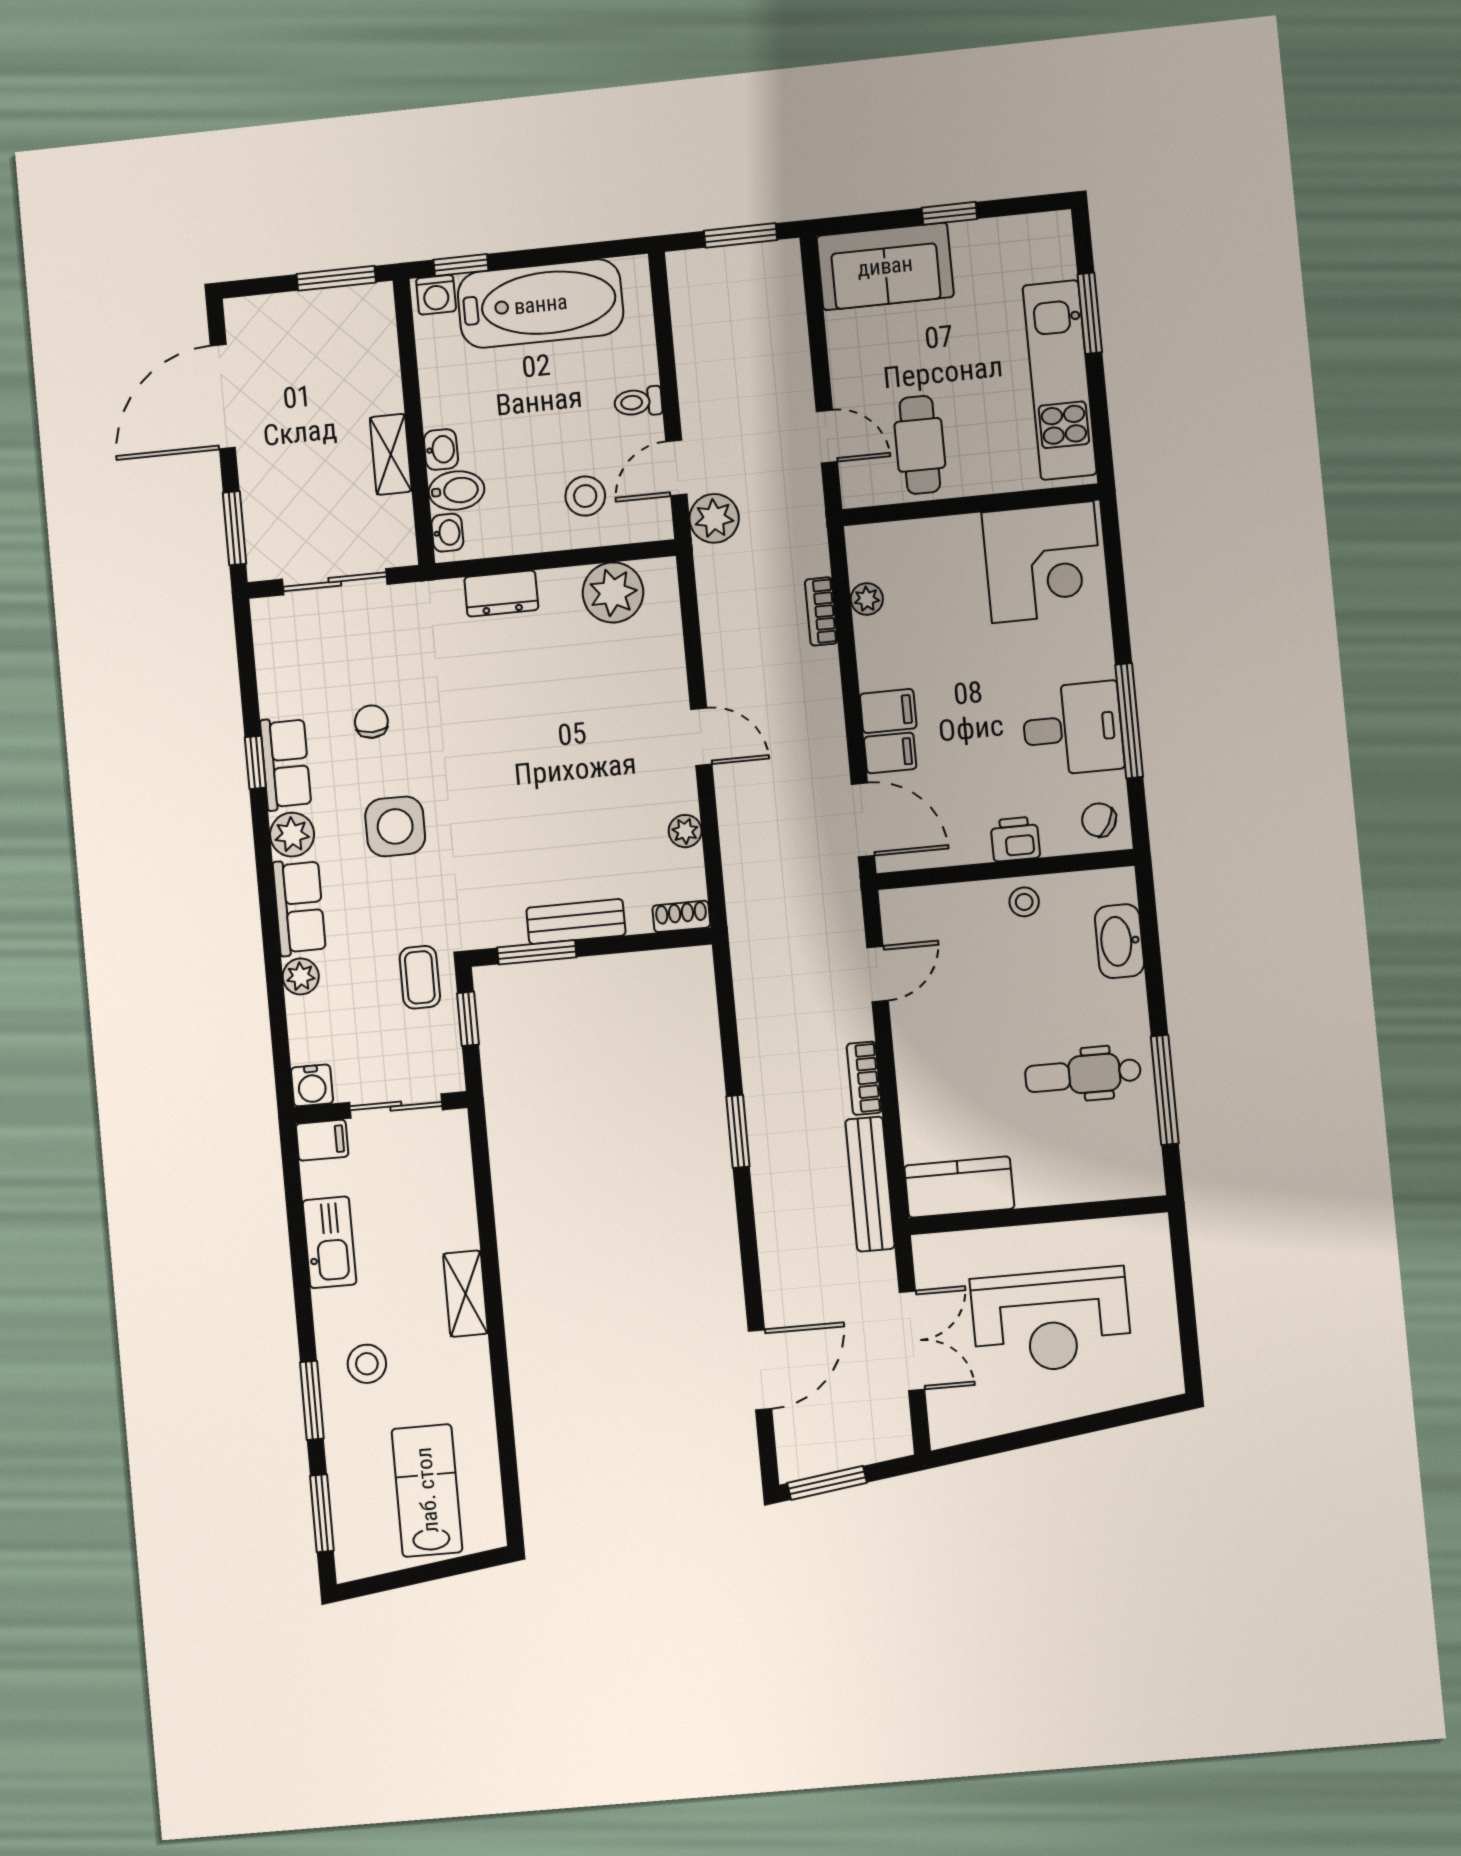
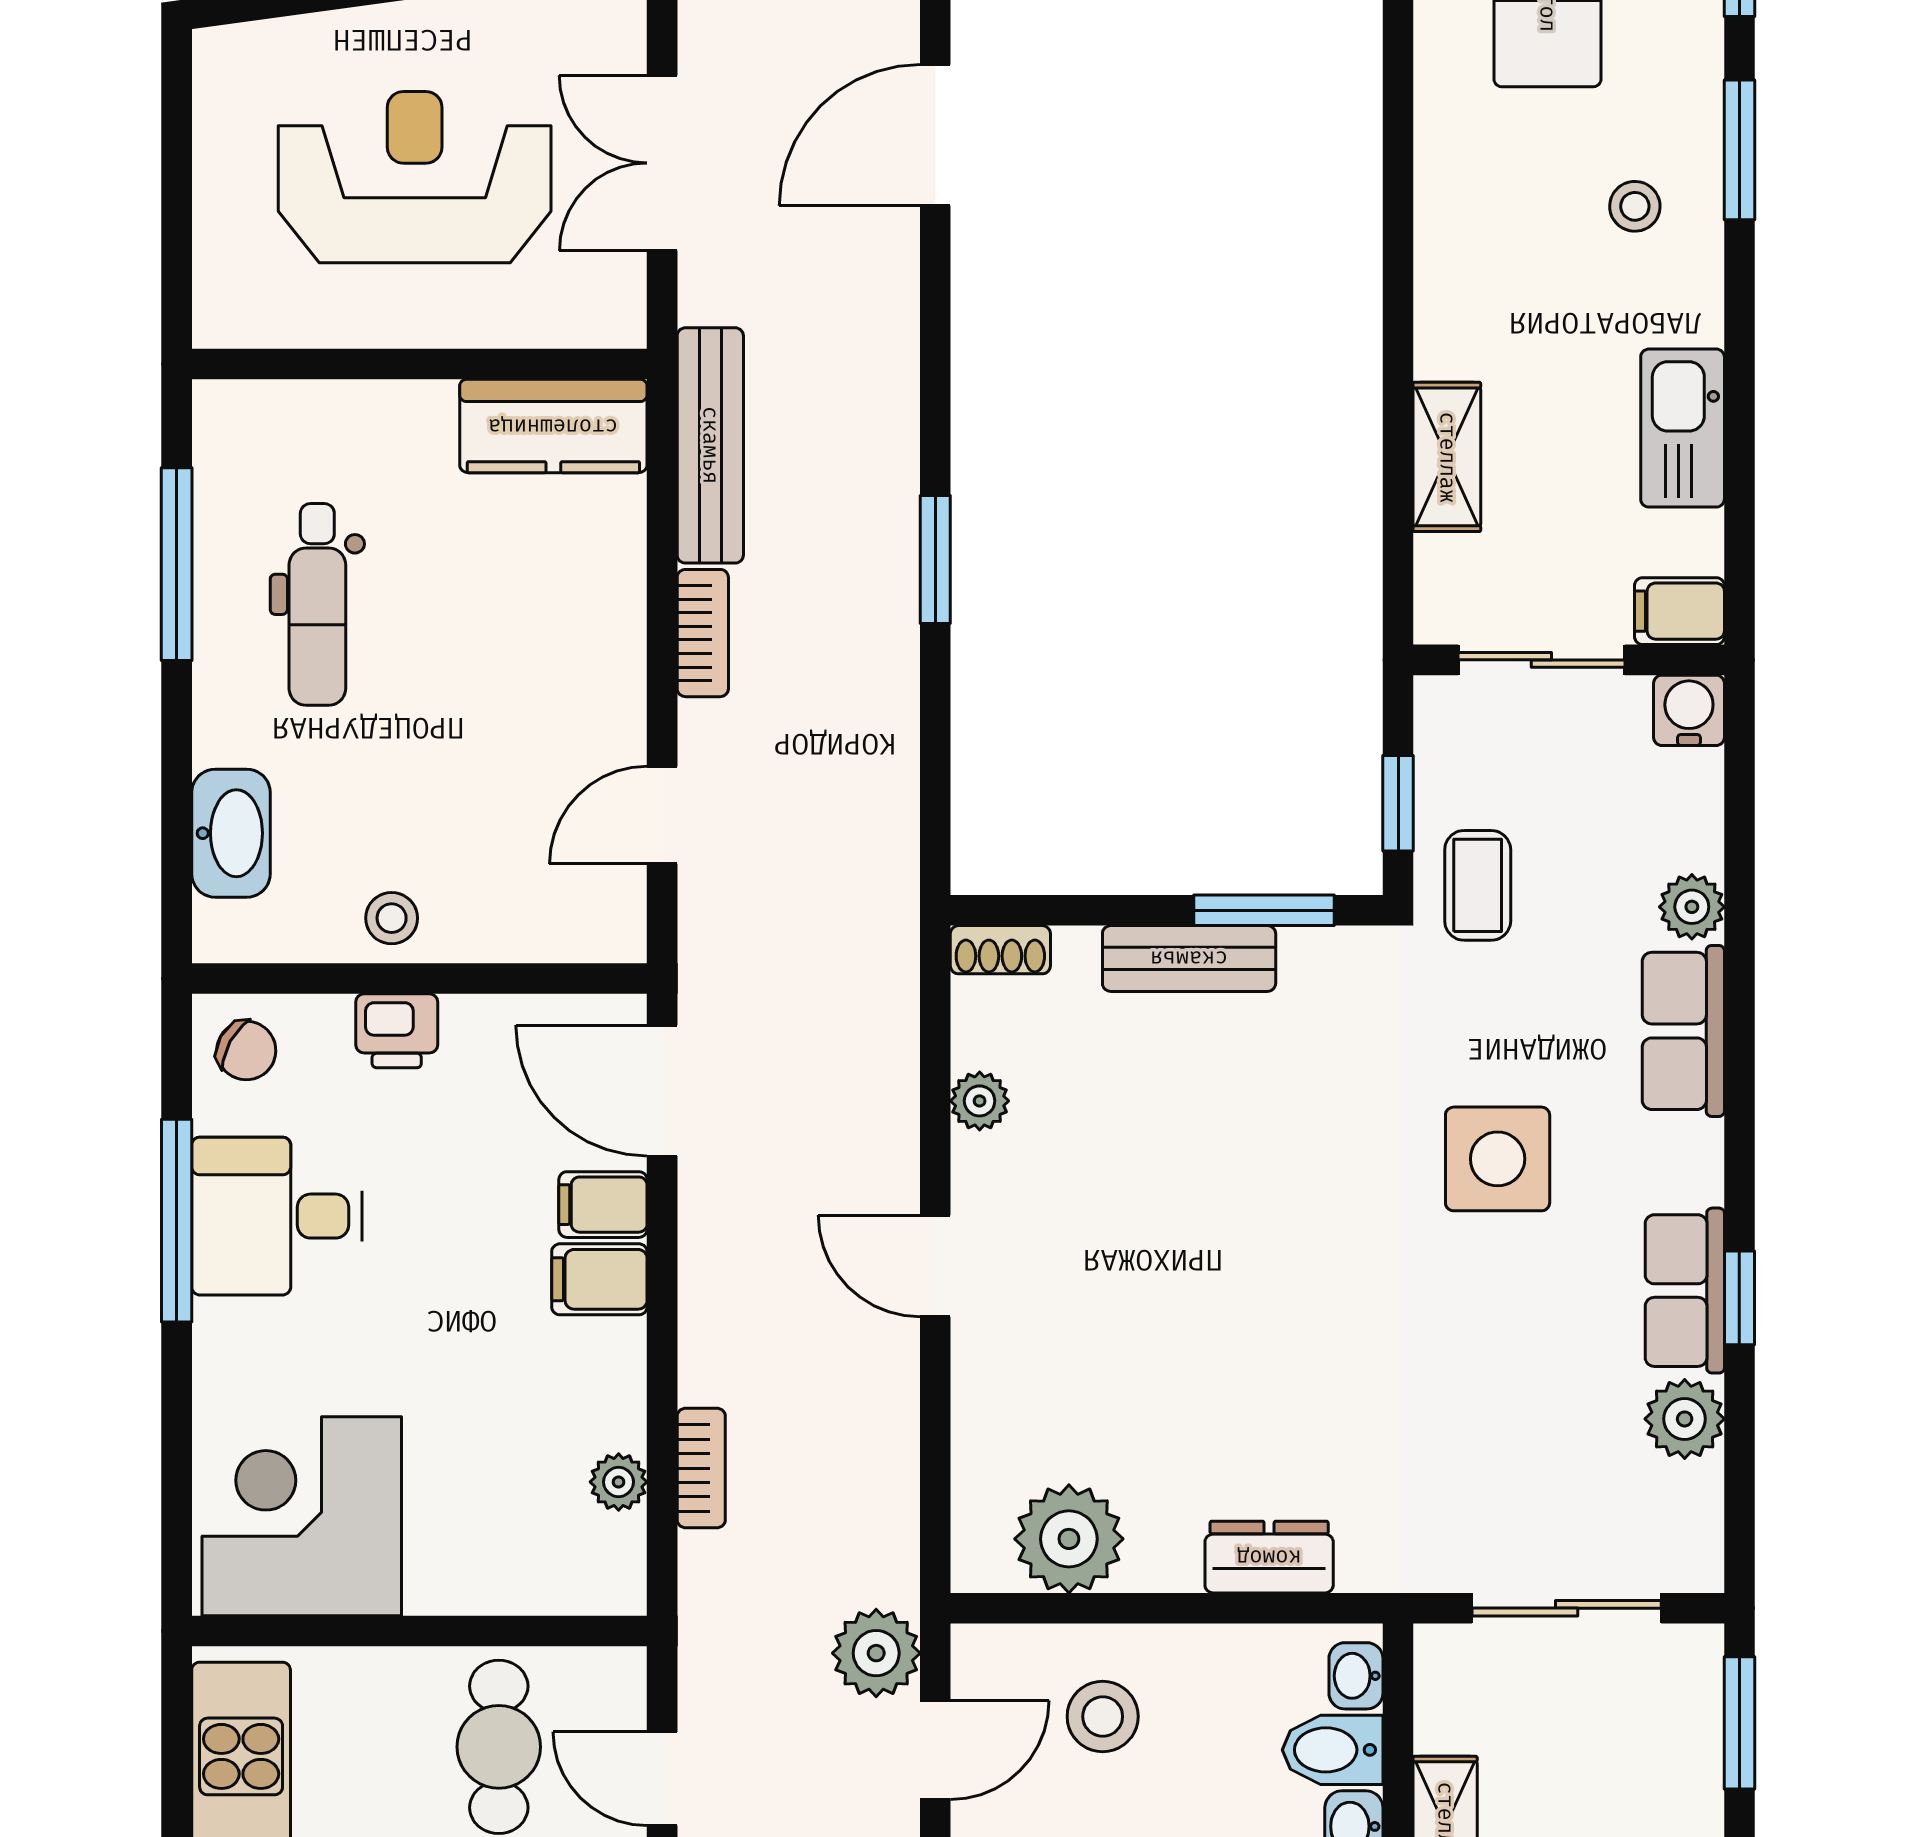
chair: (371, 722) -> (1523, 1351), removed
plant: (292, 835) -> (1685, 1419), moved
dental chair: (1083, 1074) -> (317, 604), turned 90
shelving: (465, 1294) -> (1447, 457), moved
stool: (367, 1364) -> (1635, 206), width x0.73, depth x0.73

